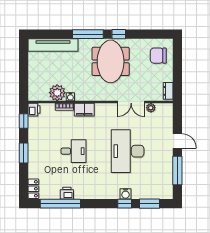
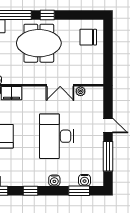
meeting table: (111, 61) -> (39, 43), turned 90
dresser: (168, 91) -> (98, 74), removed
water cooler: (155, 194) -> (85, 180), added
window: (125, 204) -> (30, 191), moved

